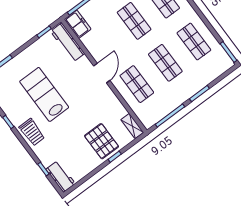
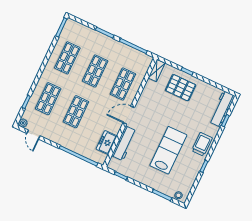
freezer: (78, 24) -> (107, 143), moved
workbench: (68, 42) -> (124, 143), moved
lab bench: (44, 94) -> (168, 150), turned 180
pallet: (102, 141) -> (181, 88), turned 90
workbench: (61, 176) -> (222, 109), width x1.38

